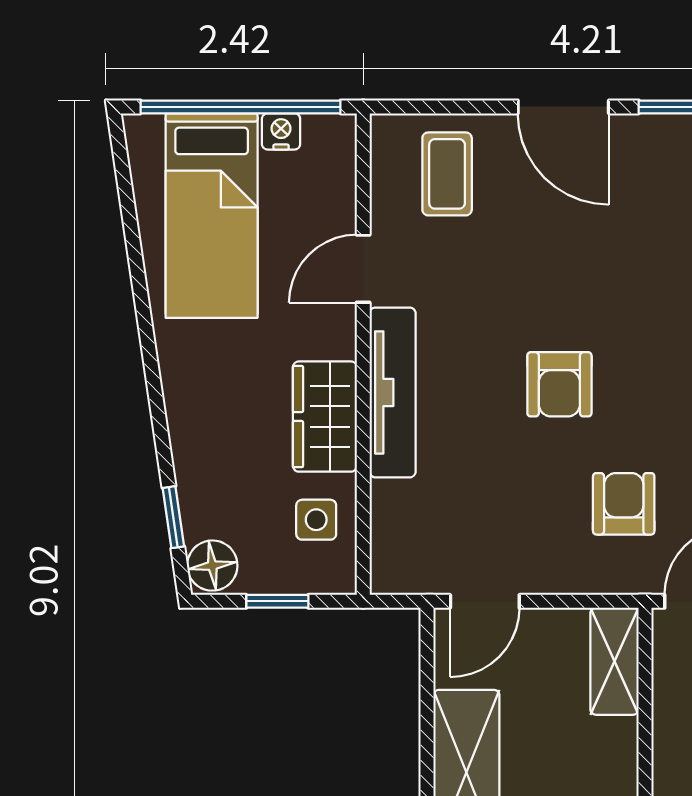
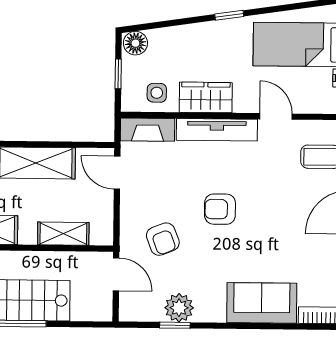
armchair: (624, 504) -> (163, 239), turned 69
window: (173, 517) -> (229, 15), moved
fireplace: (394, 538) -> (148, 130), added
shelving: (614, 661) -> (63, 234), moved

